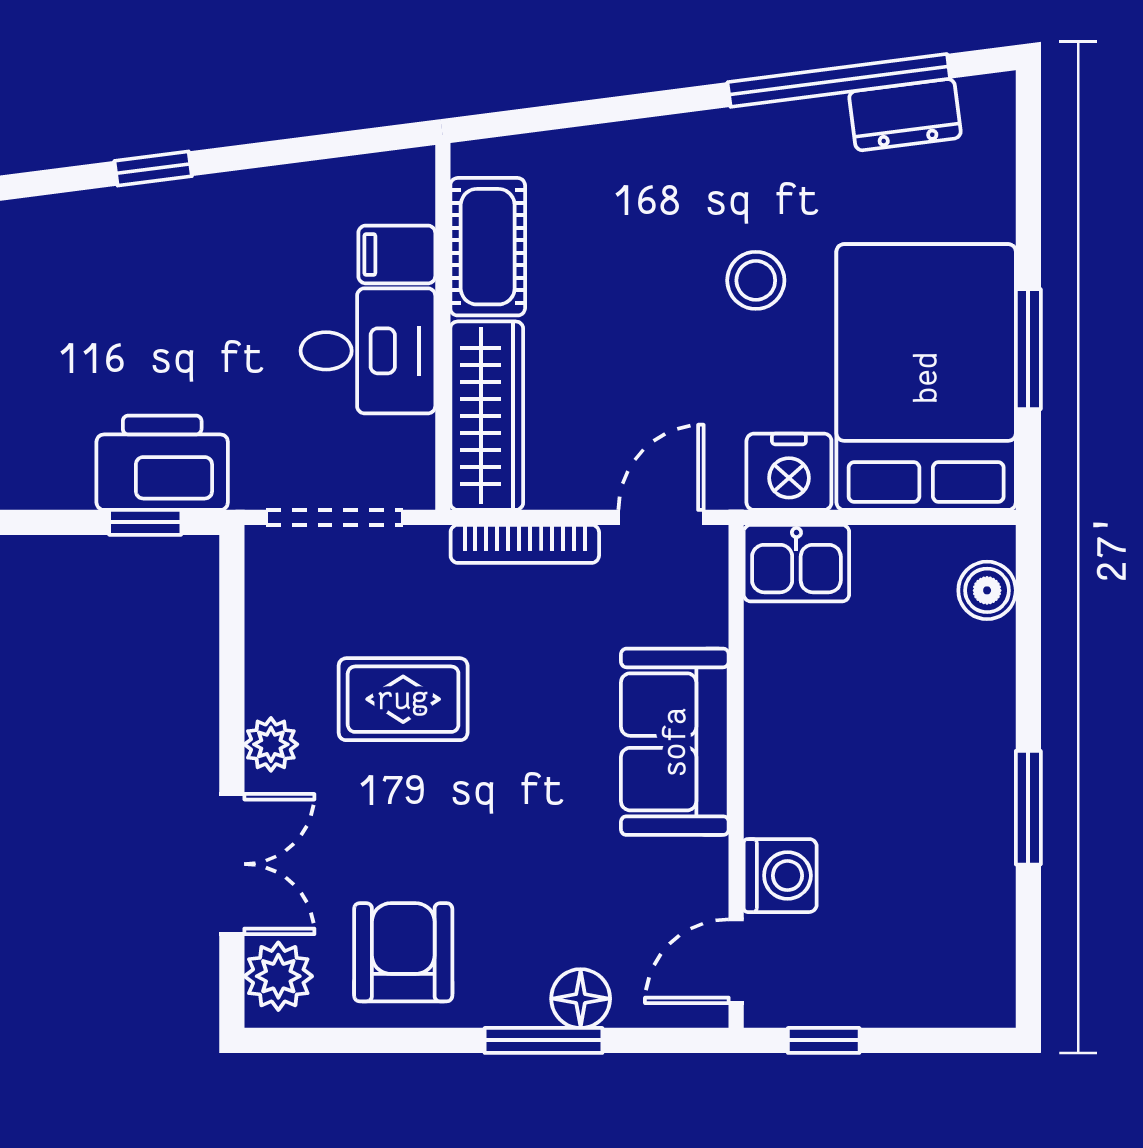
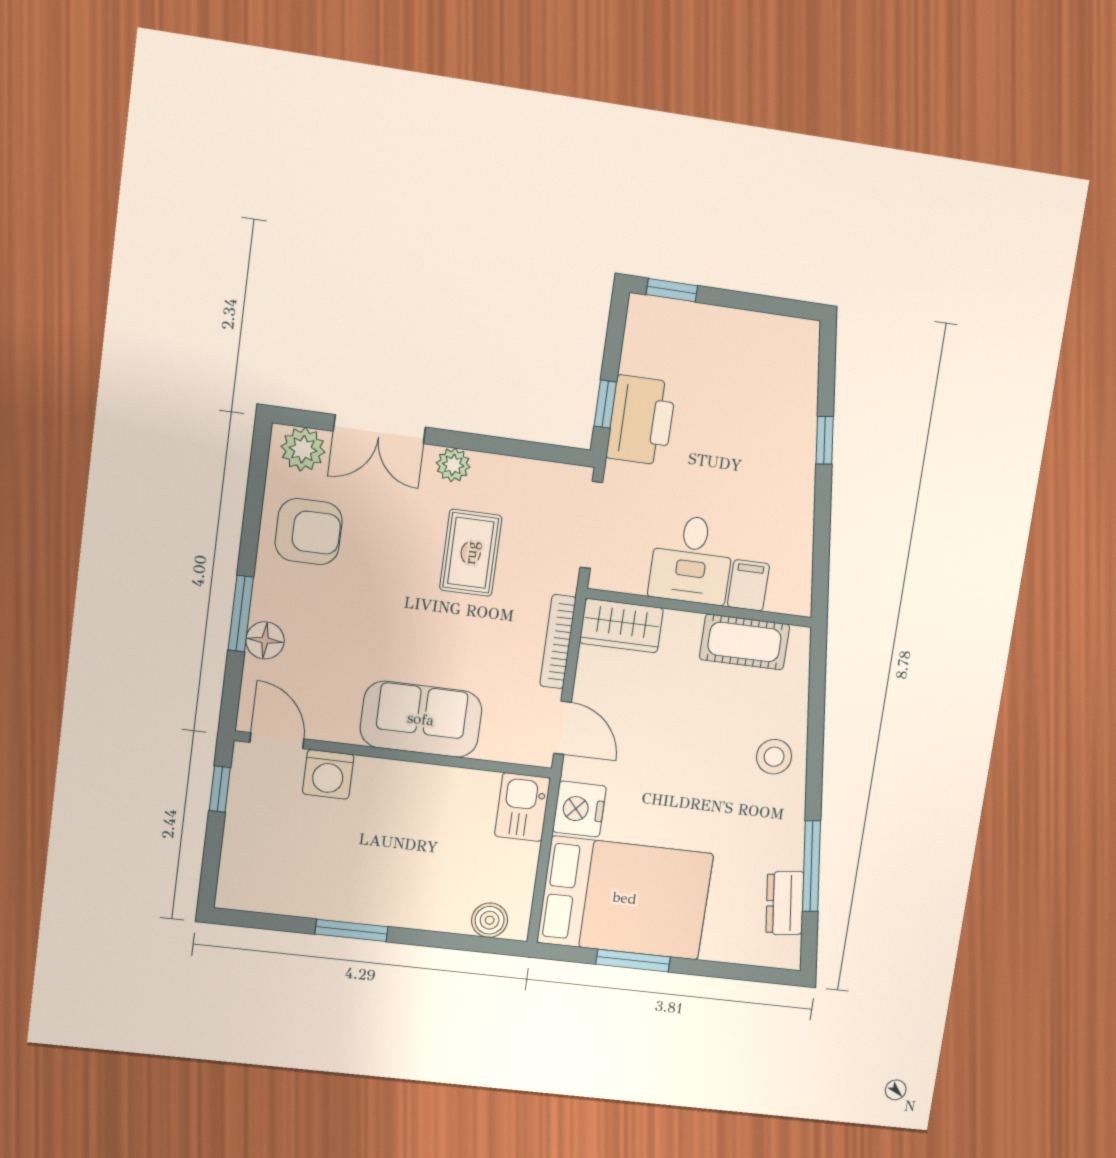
window: (839, 80) -> (811, 866), width x0.68
stool: (756, 280) -> (774, 757), moved
wardrobe: (487, 416) -> (621, 626), width x0.67

